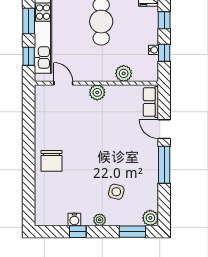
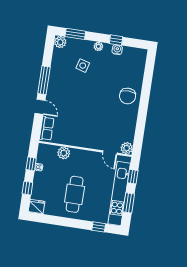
plant: (97, 92) -> (127, 148), moved
chair: (52, 161) -> (128, 96), turned 180

